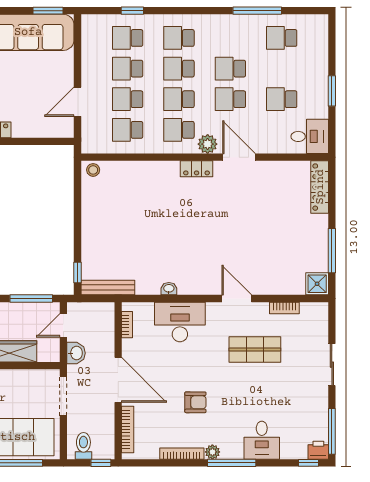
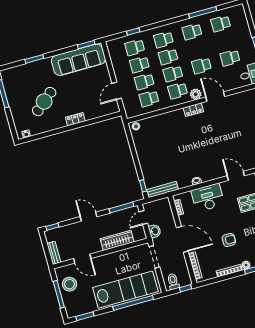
school desk: (230, 69) -> (192, 32), moved

